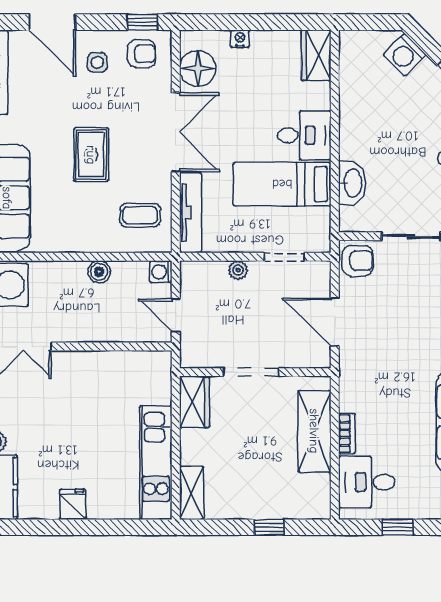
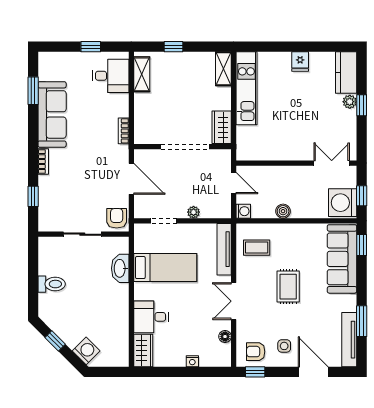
floor lamp: (198, 69) -> (225, 337), width x0.53, depth x0.53
double door: (176, 132) -> (234, 301), width x0.73
desk: (304, 135) -> (151, 317), moved
armchair: (358, 261) -> (117, 218), turned 90
doorway: (251, 372) -> (185, 147), width x1.36
shelving: (314, 431) -> (142, 74), moved, width x0.67, depth x0.75
bookcase: (347, 434) -> (124, 131), moved

